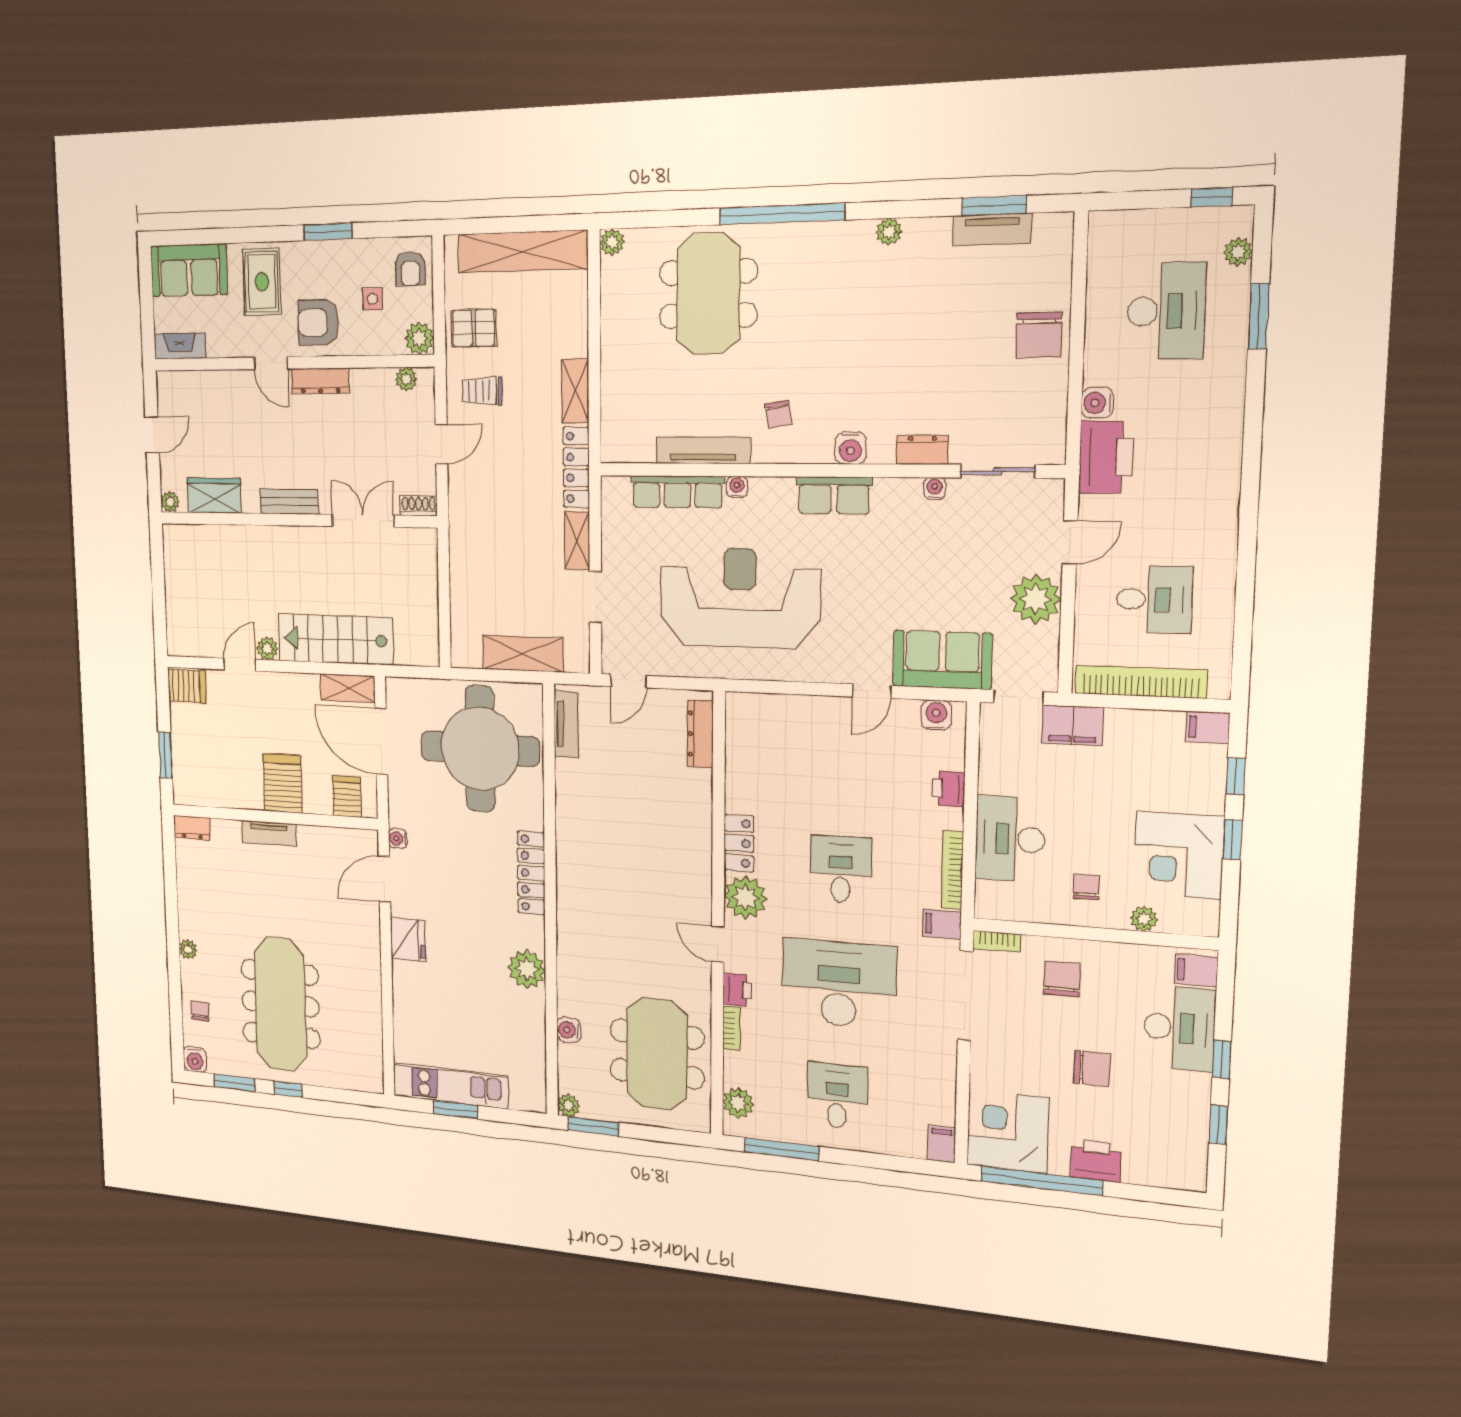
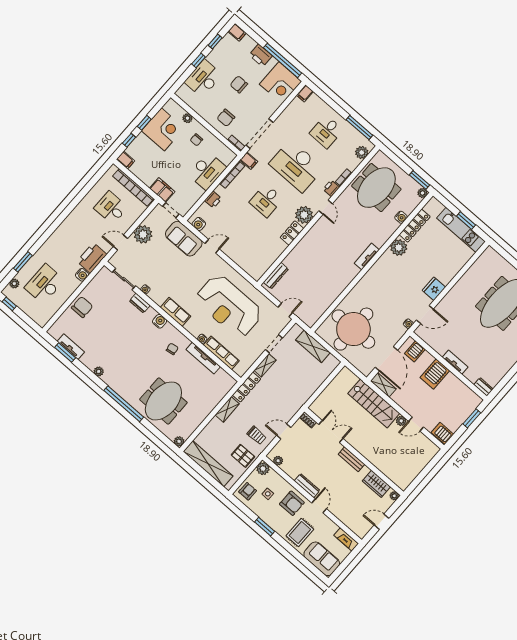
double door: (363, 521) -> (331, 431), swing flipped
tv unit: (566, 724) -> (367, 257), moved
locker: (531, 873) -> (415, 226), moved
filing cabinet: (1196, 970) -> (237, 32), moved

